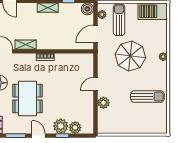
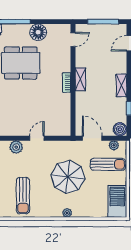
shelving: (26, 45) -> (80, 79), moved
door: (96, 84) -> (37, 138), hinge flipped

